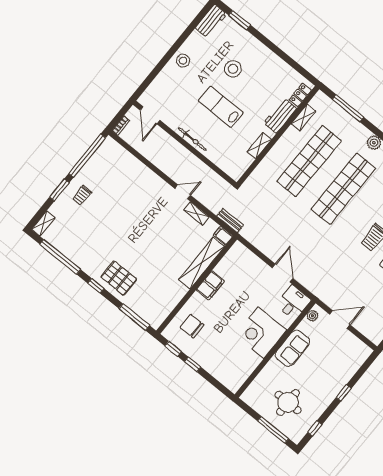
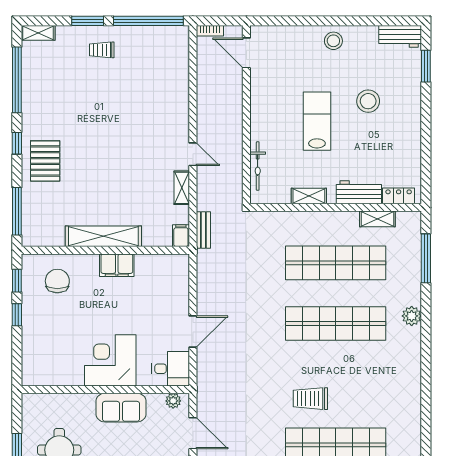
door: (150, 115) -> (246, 53), hinge flipped
bicycle: (192, 139) -> (258, 166), moved
shelving: (202, 263) -> (103, 236), moved

